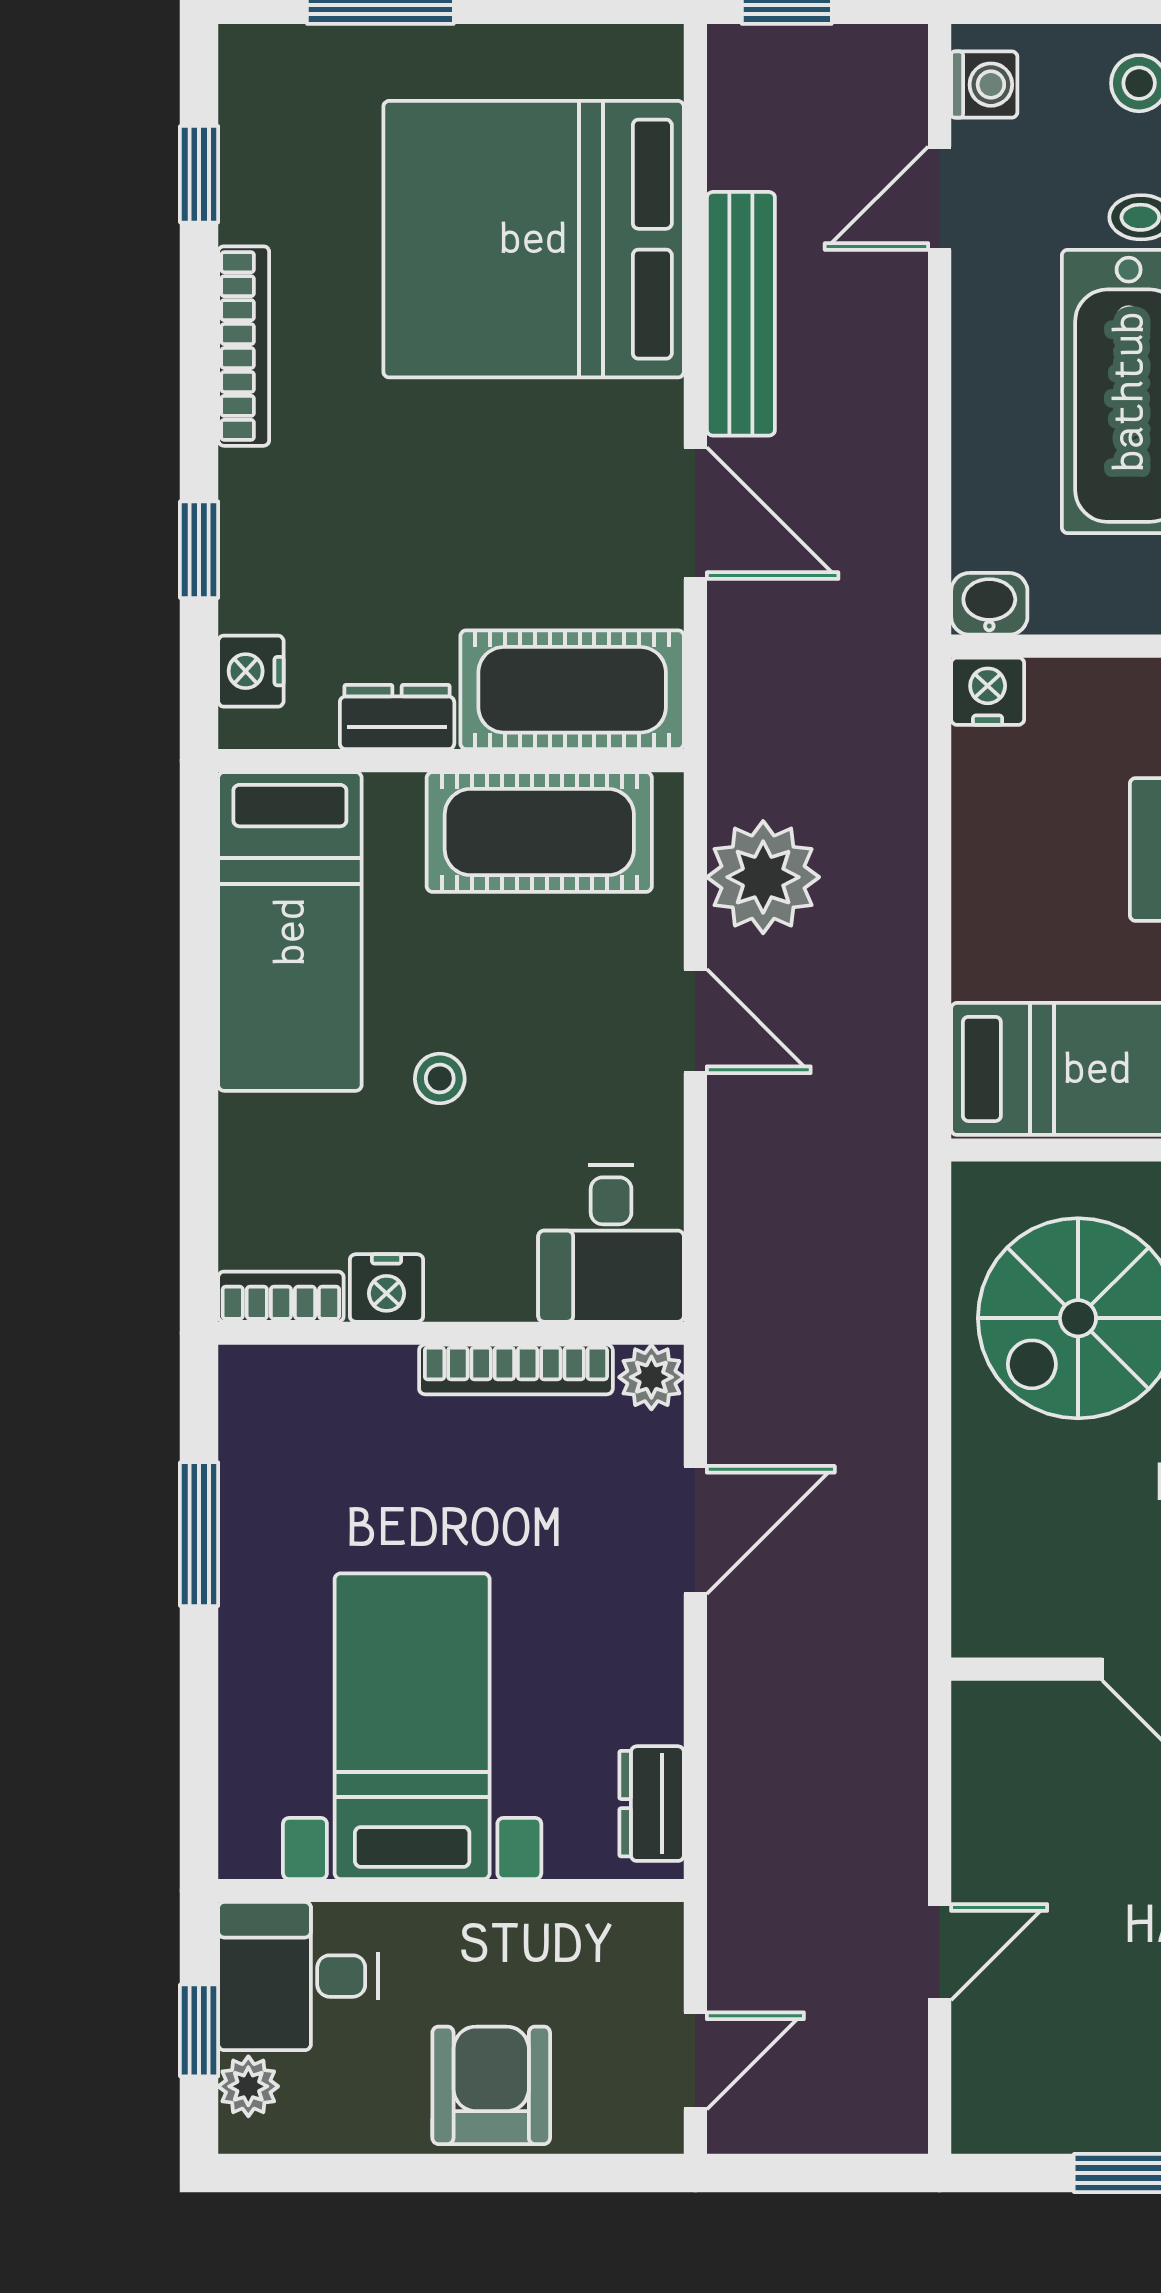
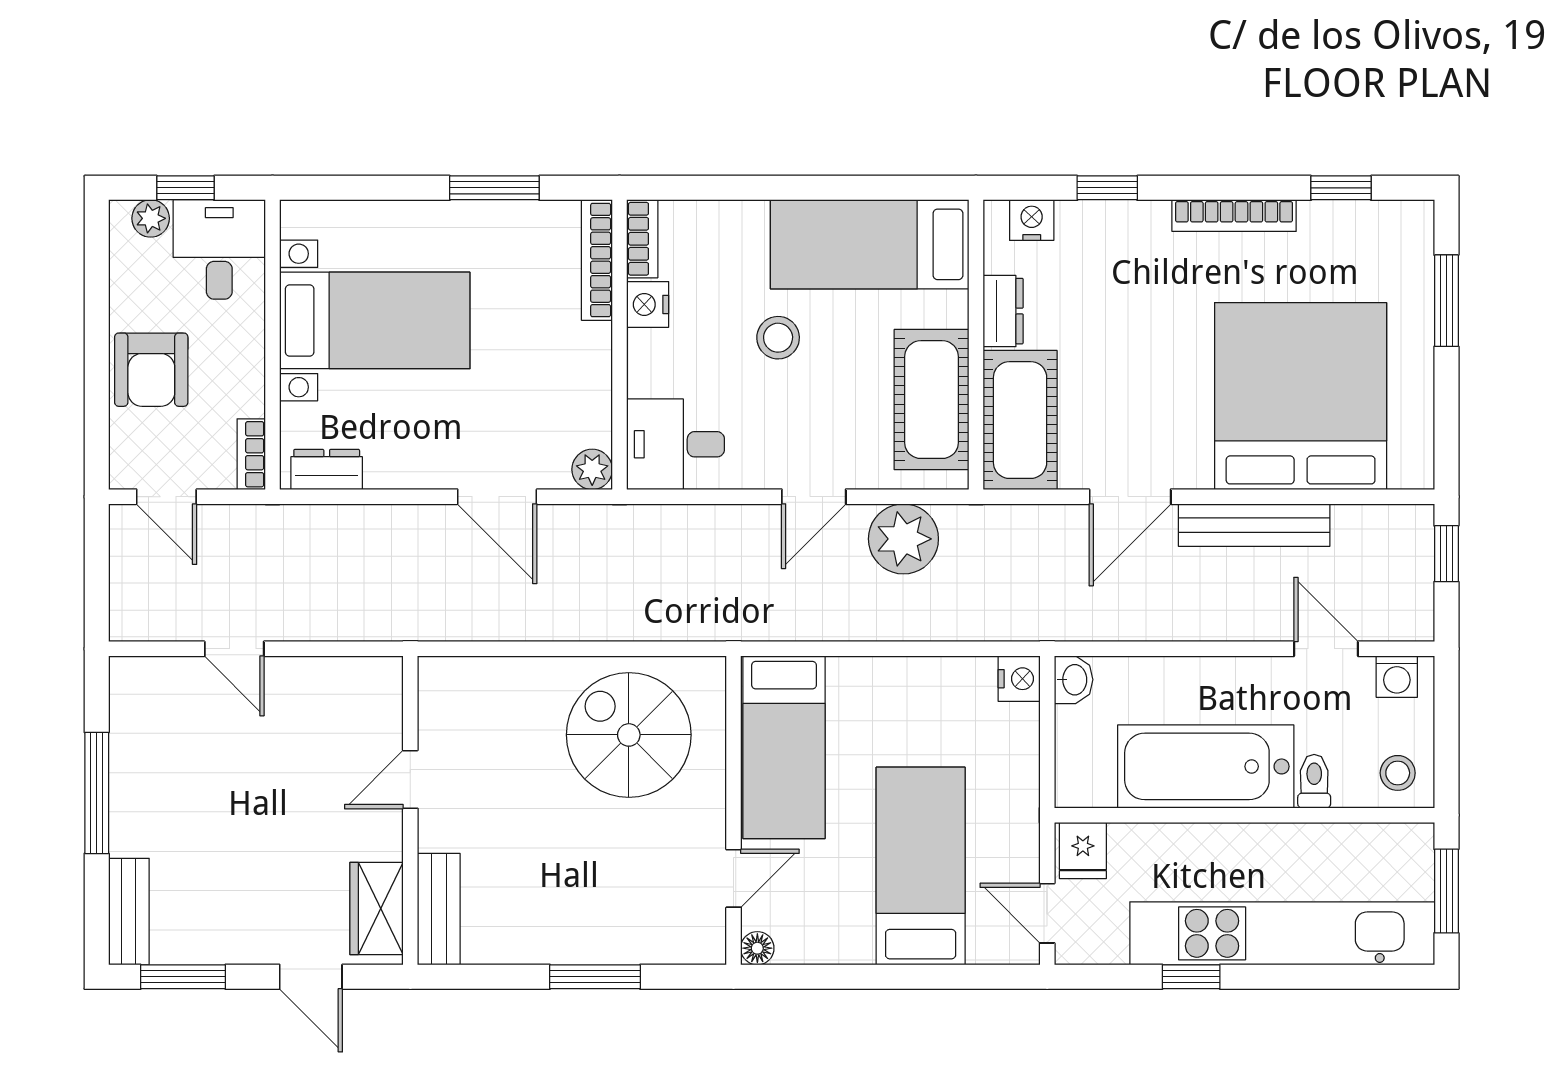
stool: (440, 1078) -> (778, 338), width x1.37, depth x1.37
bookcase: (516, 1369) -> (597, 260), moved
bookcase: (627, 1925) -> (251, 454), added
armchair: (491, 2085) -> (151, 370), turned 90

